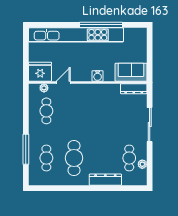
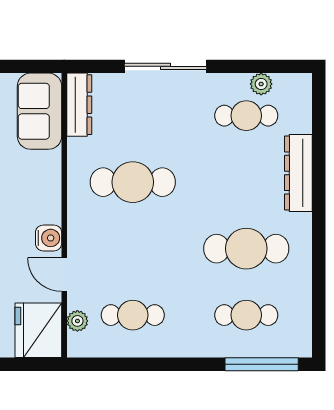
water cooler: (98, 76) -> (49, 238), moved
cafe table: (102, 111) -> (133, 182), added
window: (26, 149) -> (262, 364), moved

